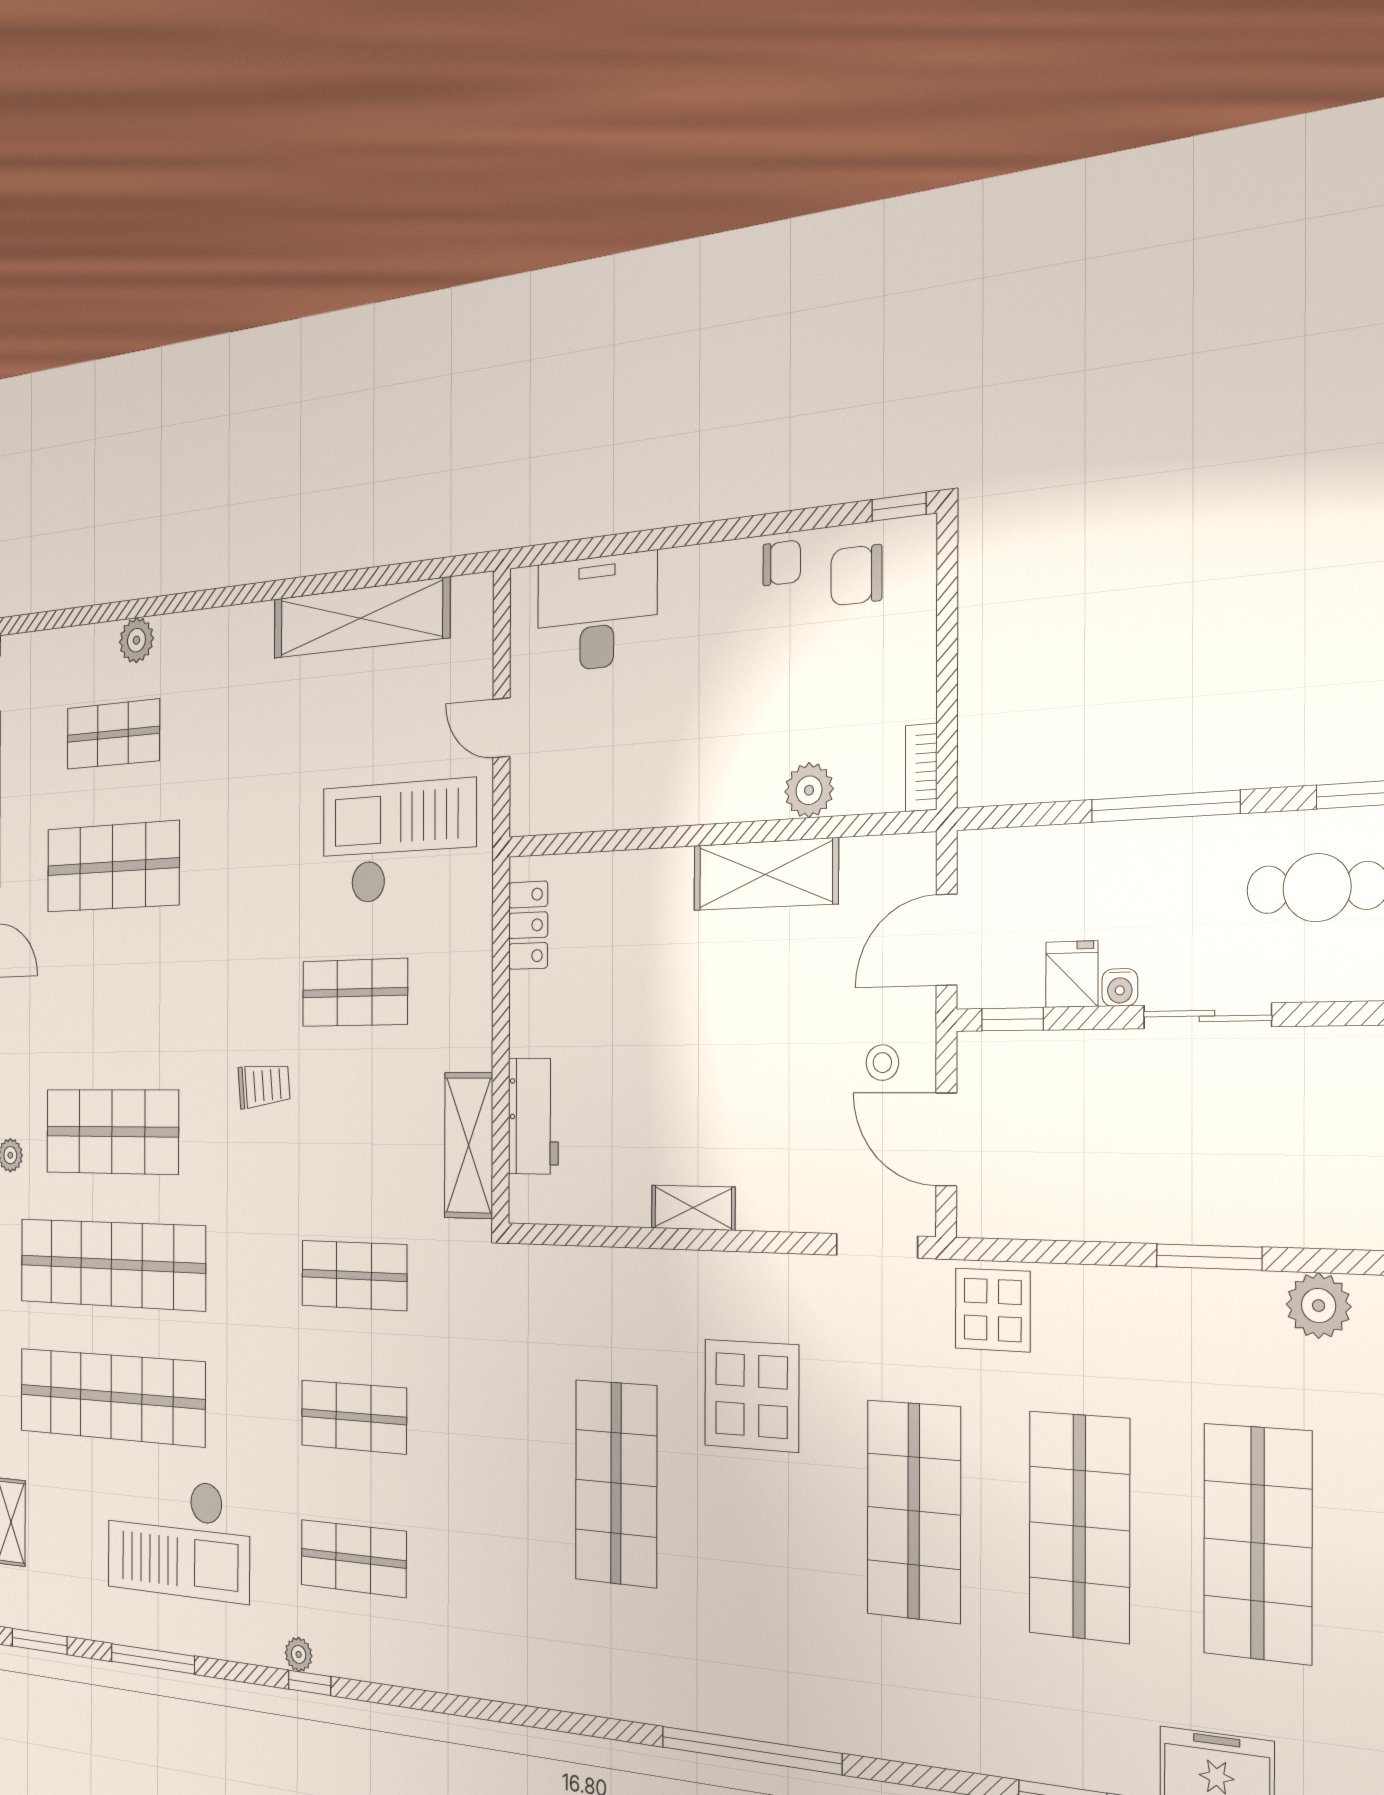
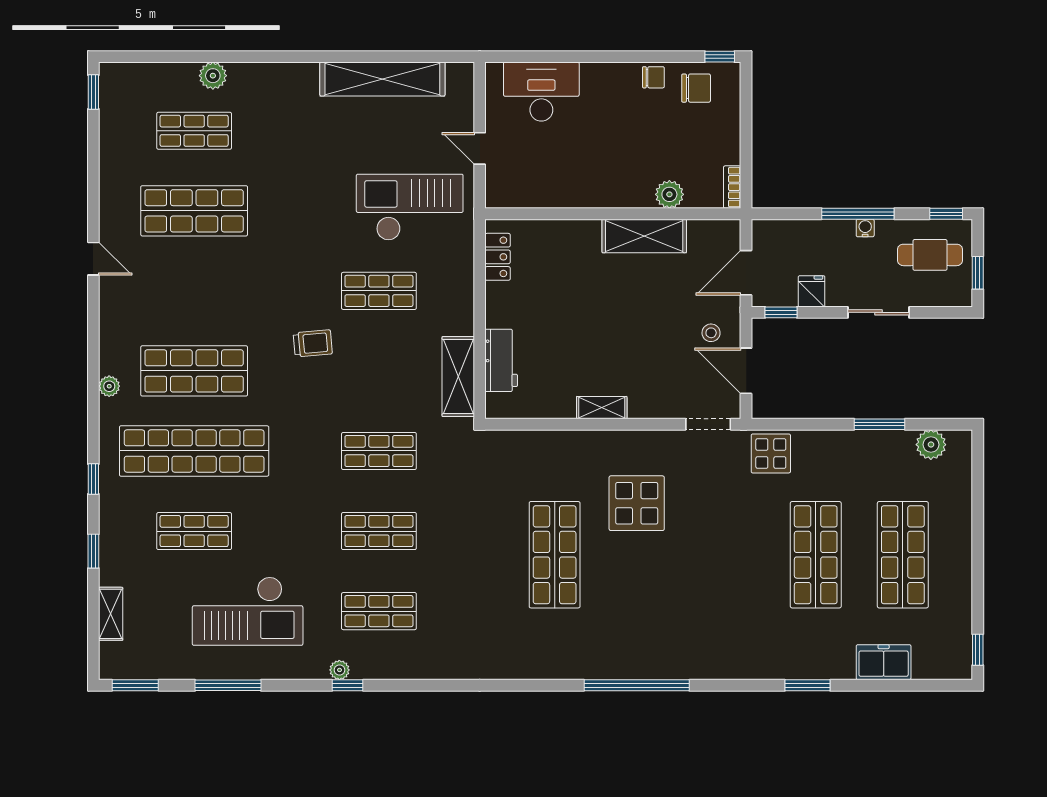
chair: (856, 575) -> (696, 88), turned 180
water cooler: (1120, 987) -> (865, 228), moved, turned 180
shop shelf: (111, 1397) -> (194, 531), width x0.50, depth x0.74
shop shelf: (914, 1511) -> (729, 555), removed

